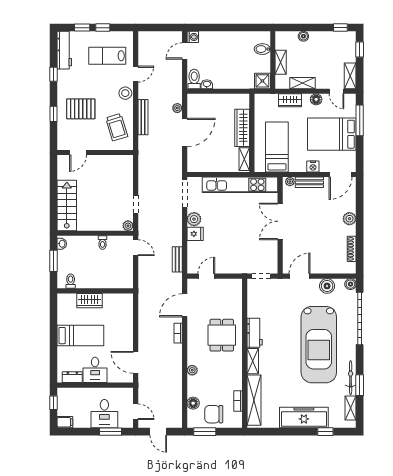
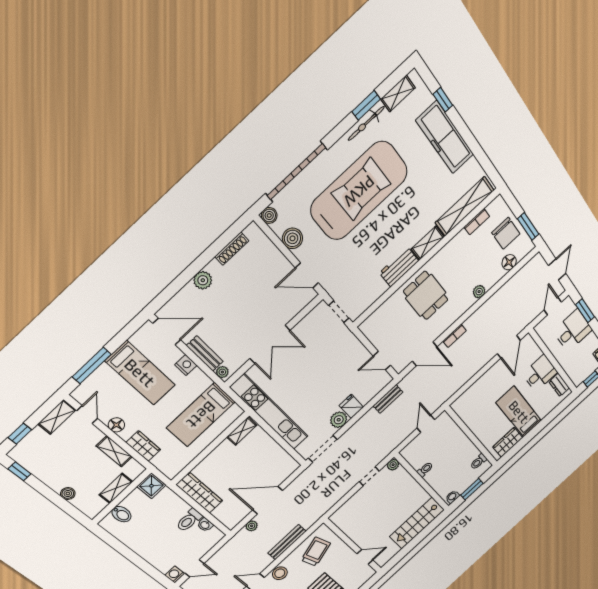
toilet: (194, 79) -> (189, 520), moved
wardrobe: (242, 128) -> (199, 493), moved, turned -90
bed: (332, 134) -> (140, 373), width x0.67
door: (136, 248) -> (426, 424), moved
wardrobe: (90, 301) -> (508, 442), moved, turned -90
dining table: (222, 335) -> (426, 295), turned 90

